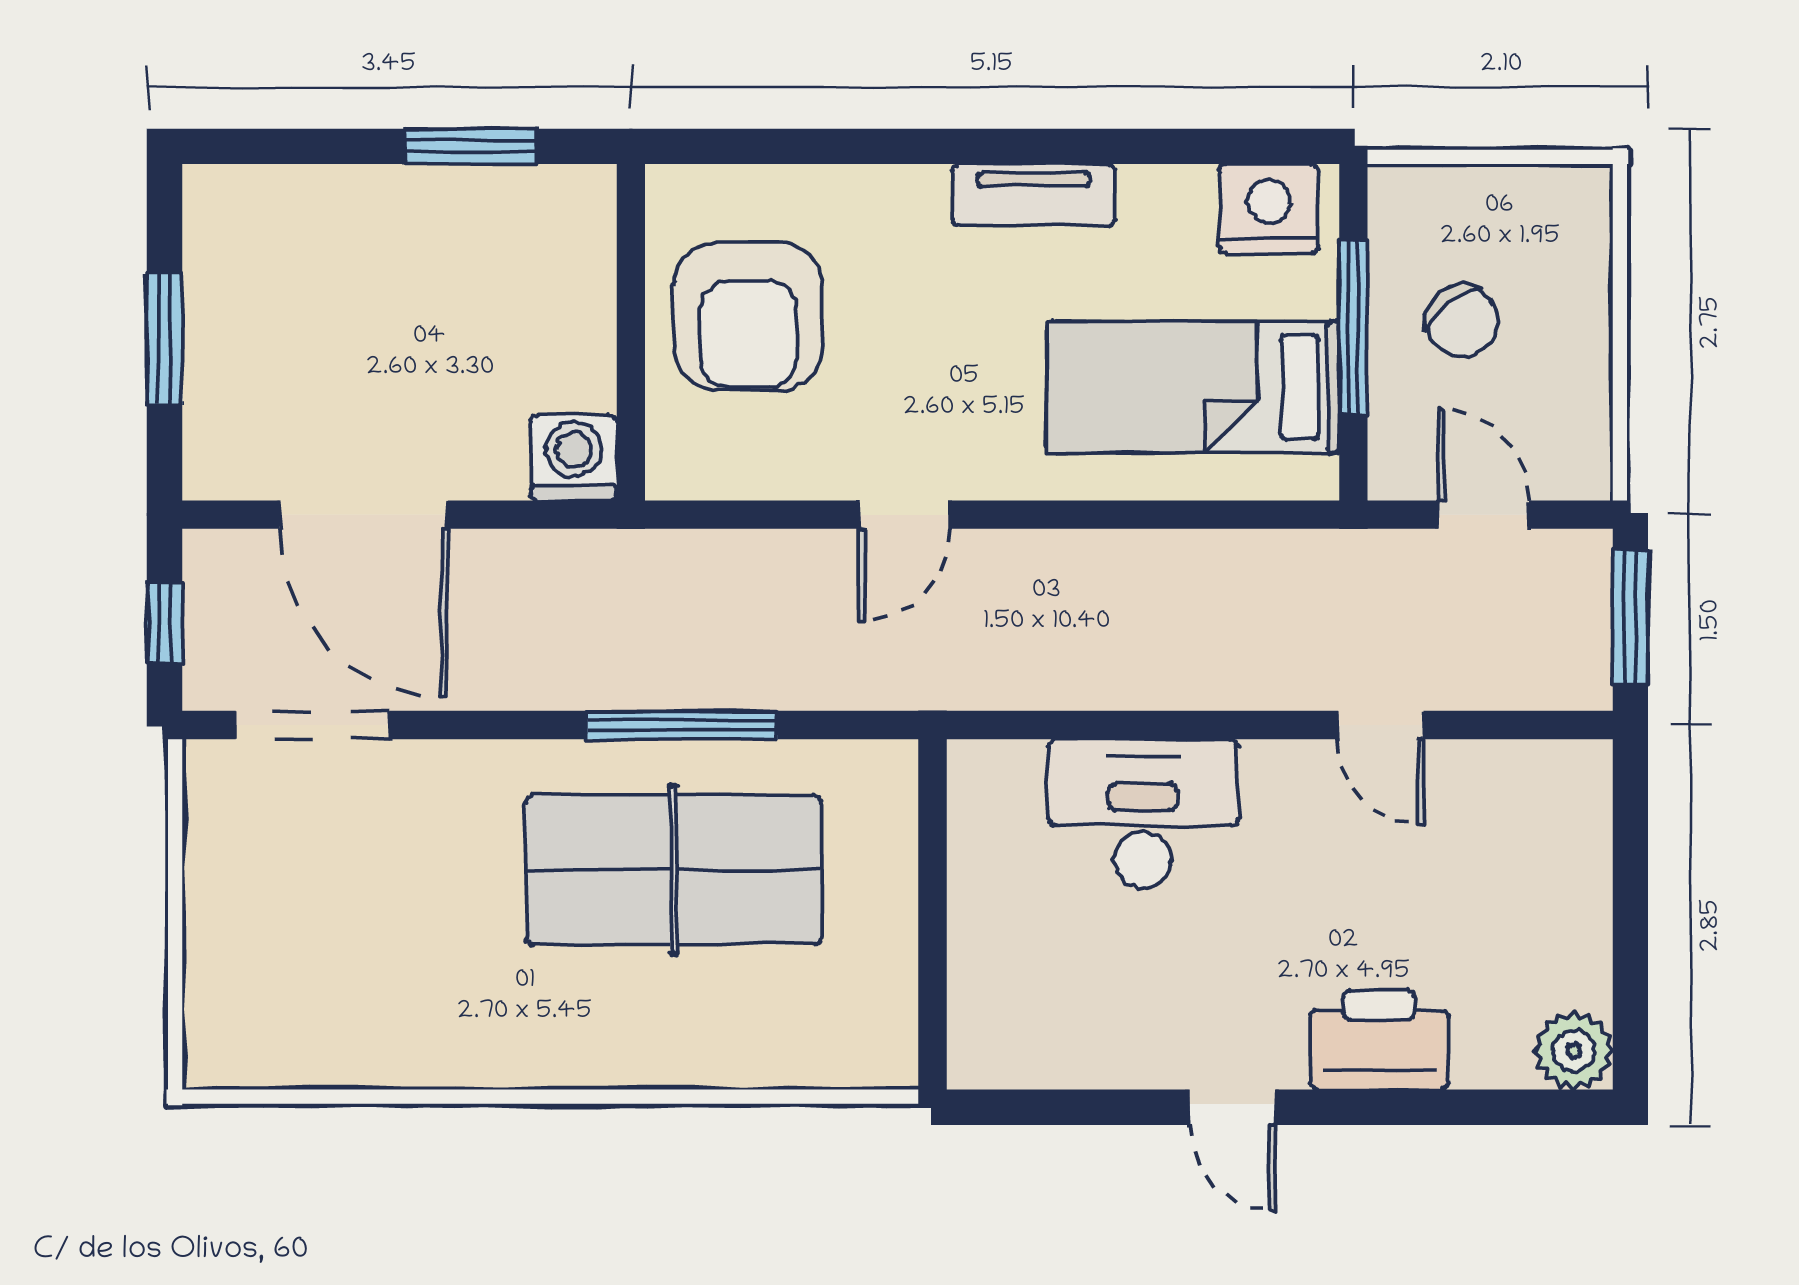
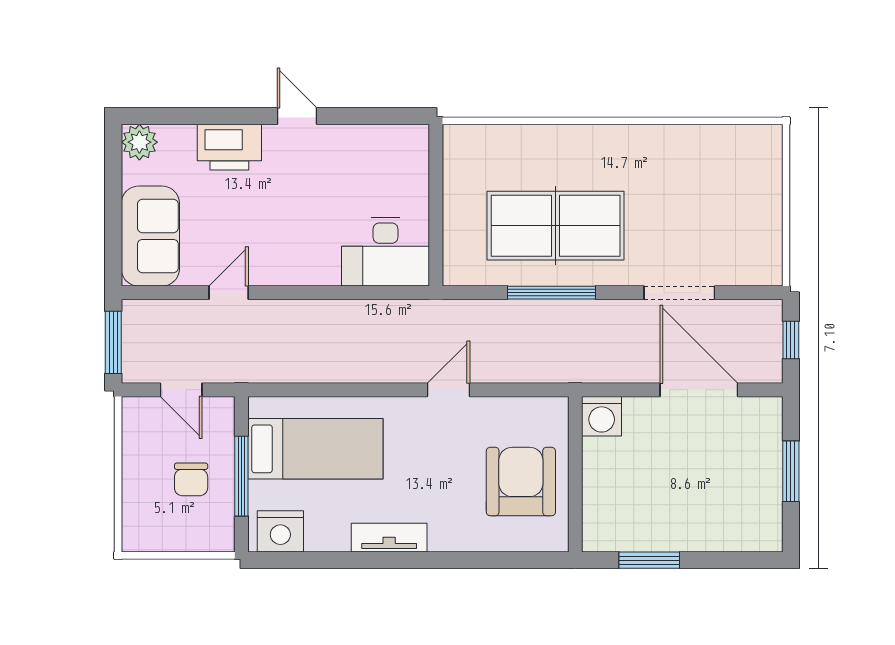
chair: (1462, 321) -> (191, 479), turned -142
doorway: (312, 725) -> (679, 293), moved
door: (1381, 725) -> (229, 293), hinge flipped
desk: (1143, 814) -> (386, 252), moved
sofa: (1550, 847) -> (150, 236), added

